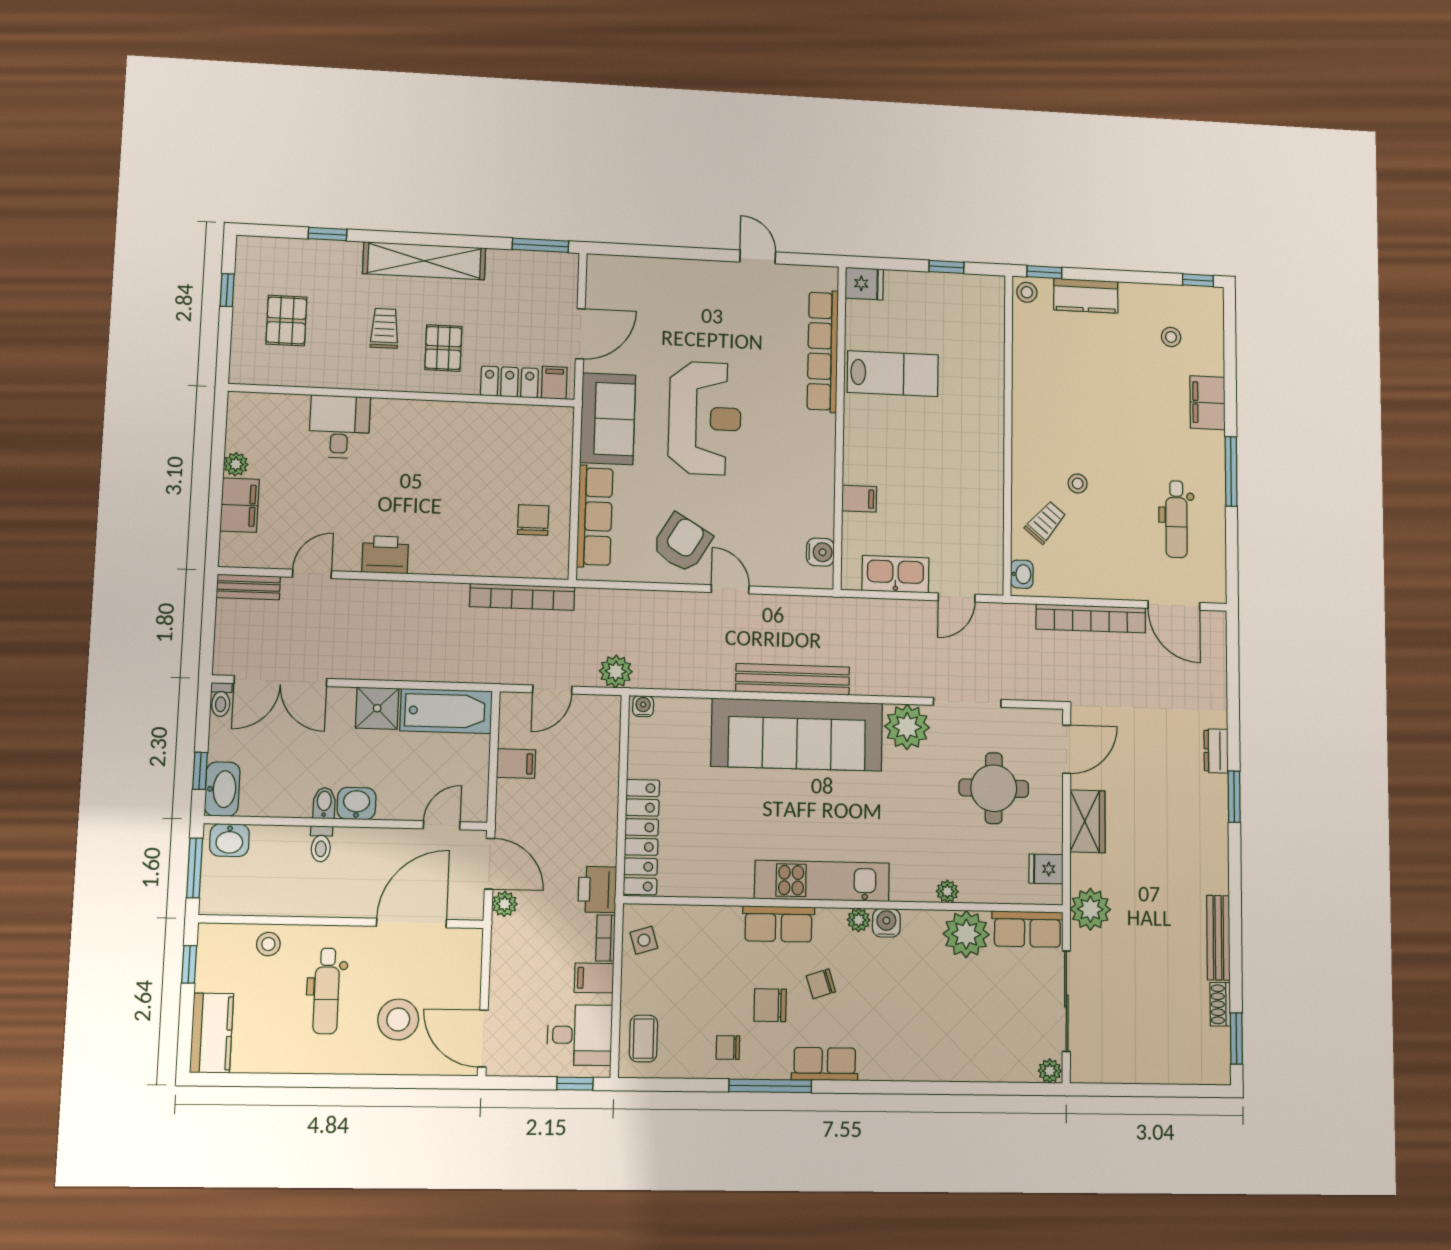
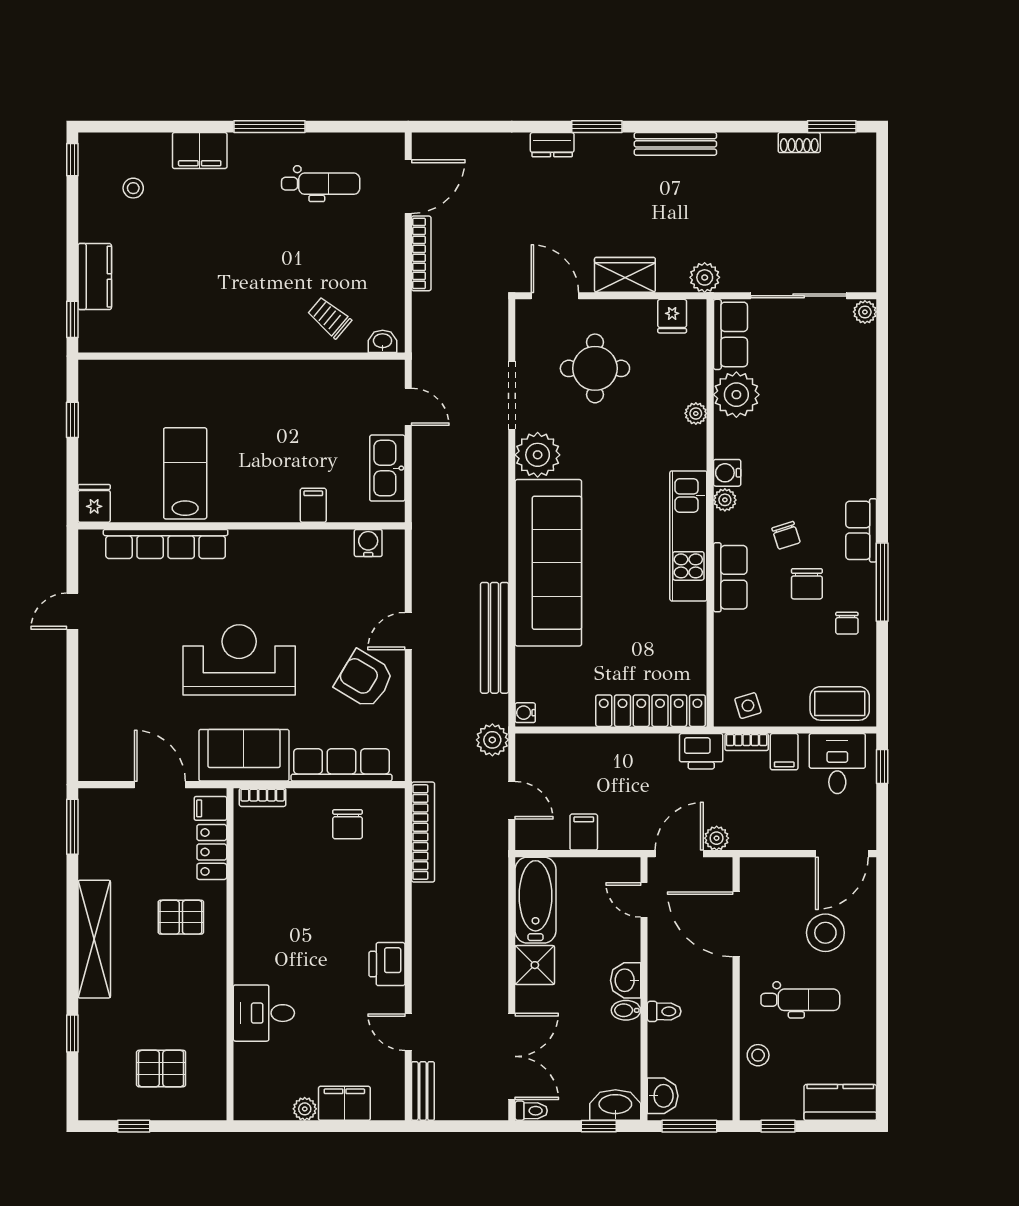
stool: (1027, 292) -> (94, 337), removed
trolley: (385, 328) -> (164, 974), removed
bookcase: (564, 435) -> (263, 797), added
stool: (1078, 483) -> (289, 285), removed
chair: (533, 520) -> (348, 824), turned -90
bookcase: (1091, 618) -> (421, 253), width x0.68, depth x0.76
bench: (793, 679) -> (495, 638), moved
plant: (1090, 909) -> (705, 277), width x0.73, depth x0.73
bench: (1218, 938) -> (675, 144), moved
coffee table: (643, 1039) -> (840, 703), width x1.36, depth x1.30

